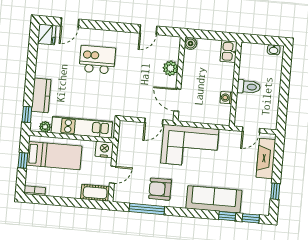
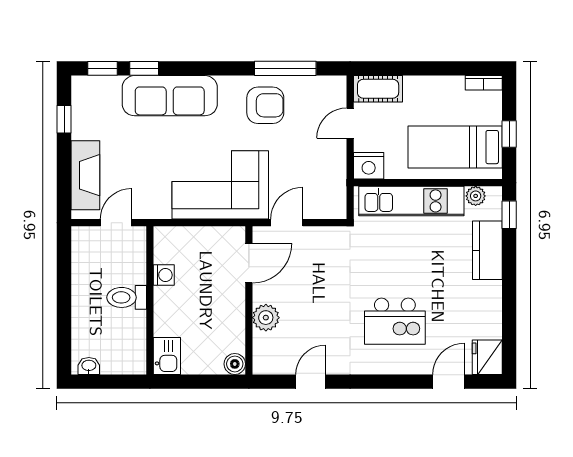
door: (177, 100) -> (249, 263), hinge flipped

